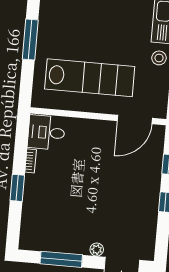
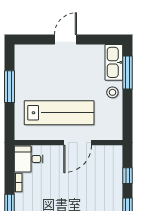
door: (135, 119) -> (78, 143), moved

